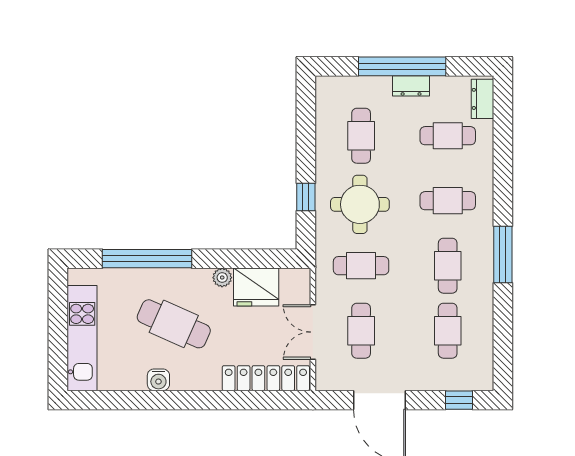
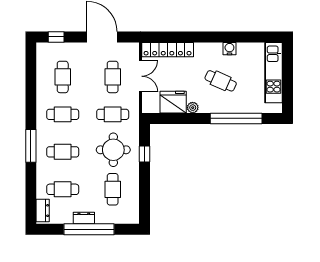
window: (503, 254) -> (31, 146), moved
cafe table: (448, 266) -> (63, 114), turned 90
cafe table: (174, 324) -> (221, 81), width x0.73, depth x0.74

